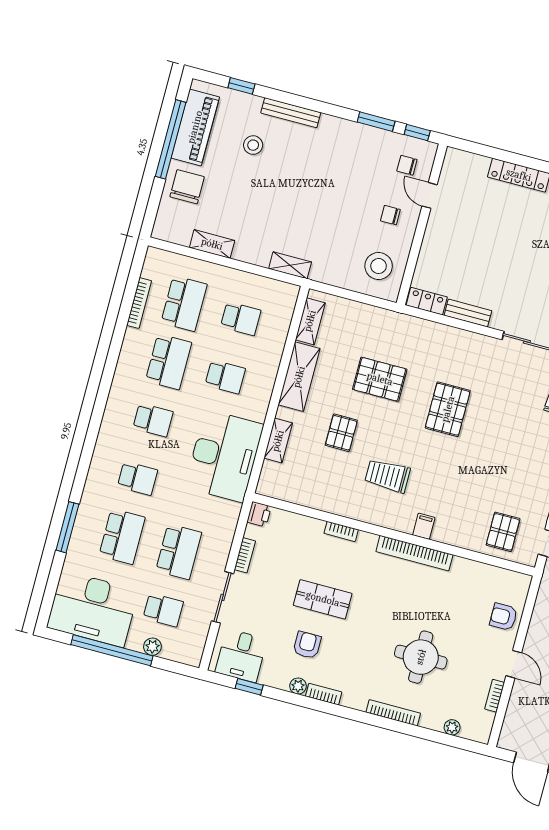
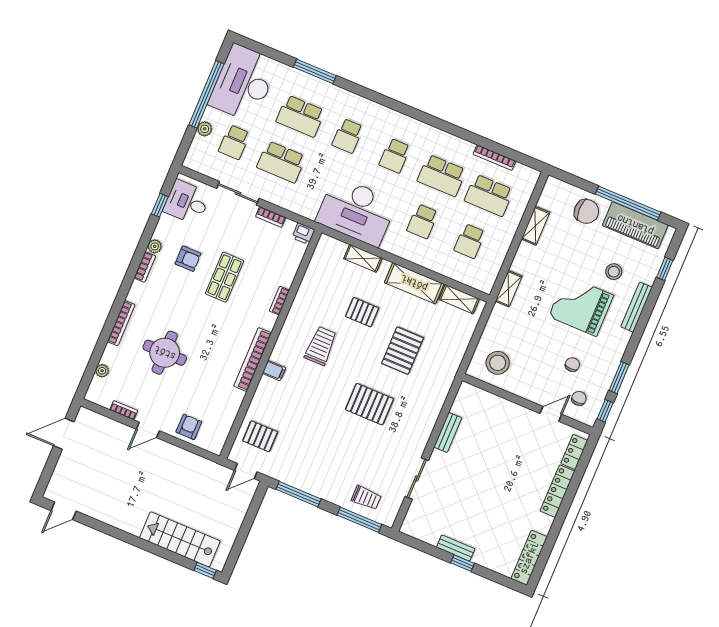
grand piano: (298, 178) -> (581, 306), added
chair: (390, 215) -> (572, 365), moved
locker: (427, 301) -> (574, 452), moved, turned 180

